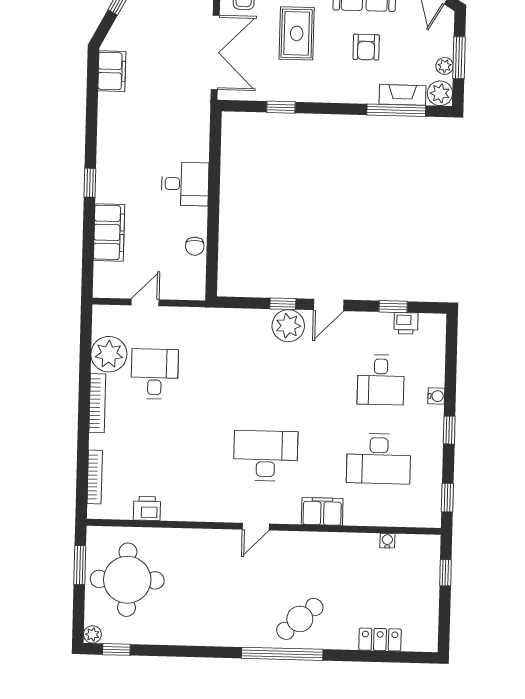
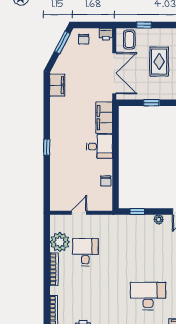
filing cabinet: (109, 232) -> (104, 118), moved, turned 180
window: (283, 304) -> (137, 212), moved
plant: (288, 326) -> (159, 219), width x0.53, depth x0.53

